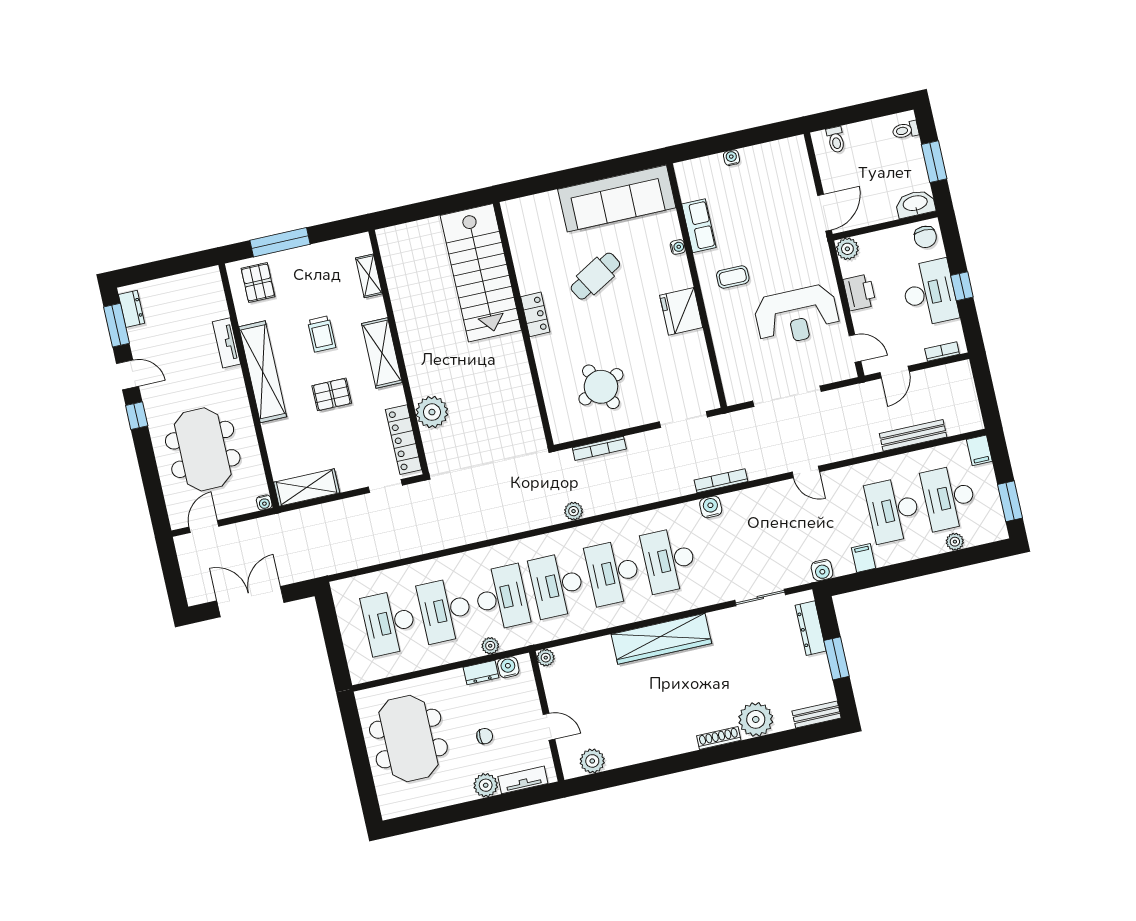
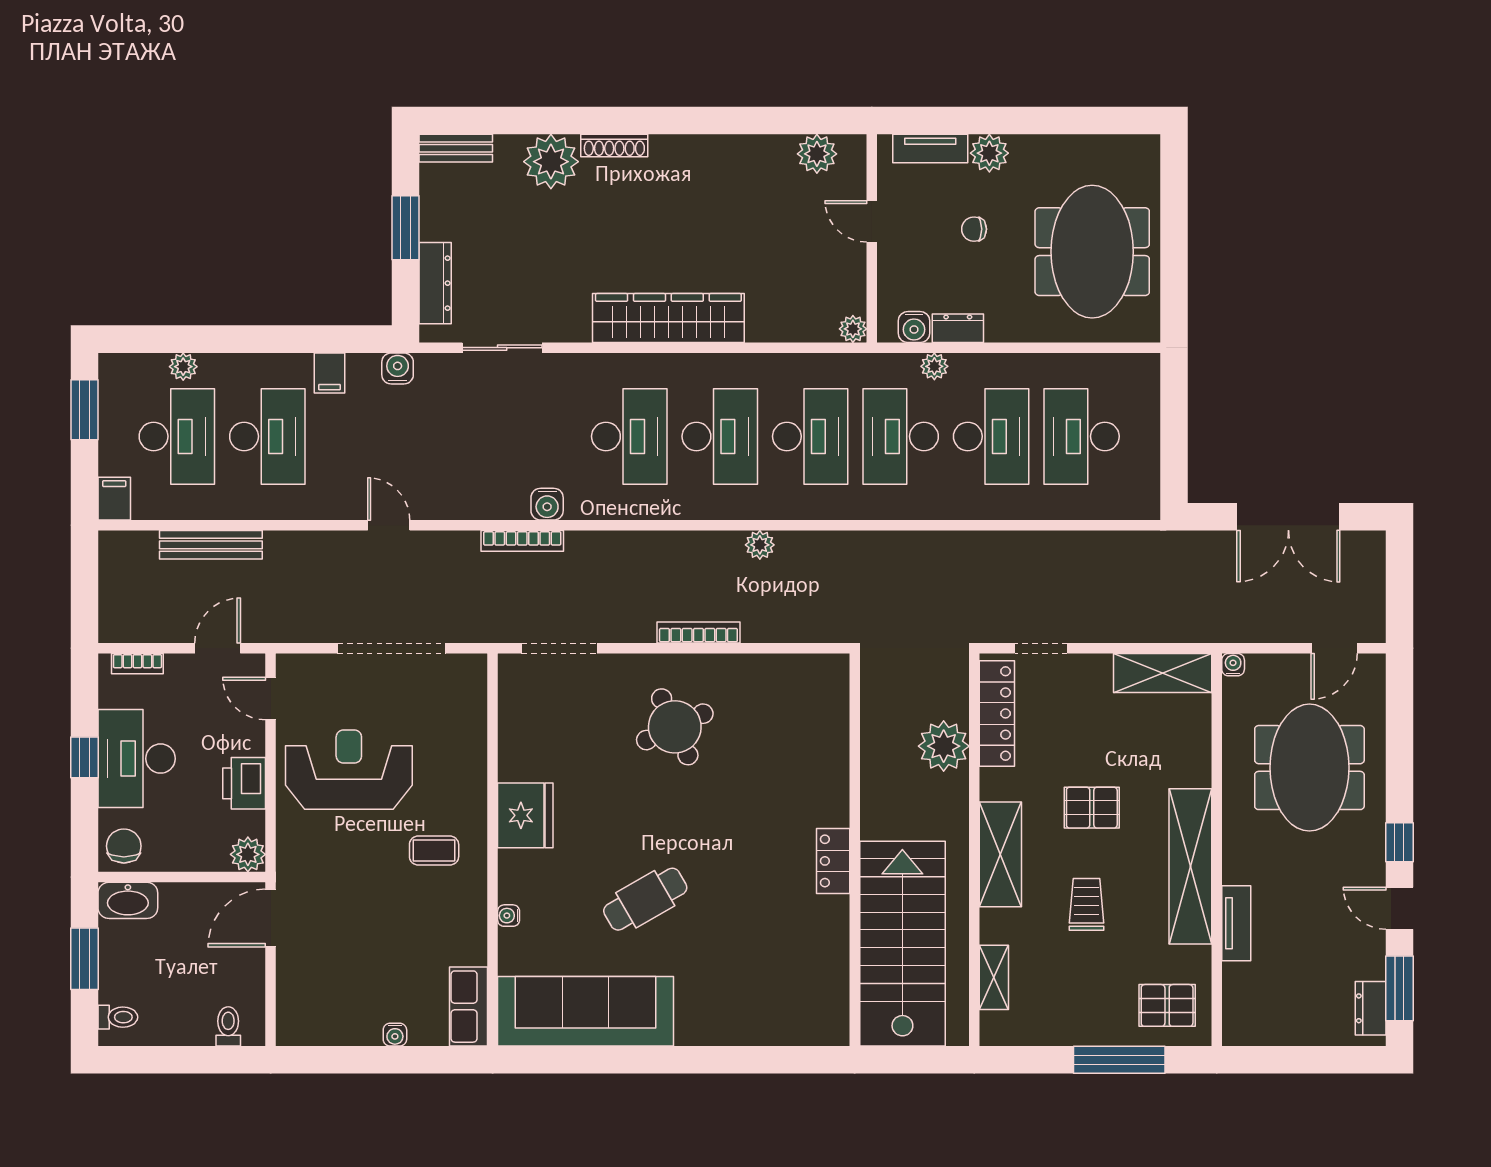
row of seats: (699, 226) -> (469, 1007), moved
stairs: (481, 273) -> (902, 944), moved
pallet: (258, 282) -> (1167, 1005), turned 90
locker: (535, 314) -> (833, 861), moved
wall: (523, 324) -> (855, 850), moved
desk: (389, 623) -> (1082, 436), turned 180

